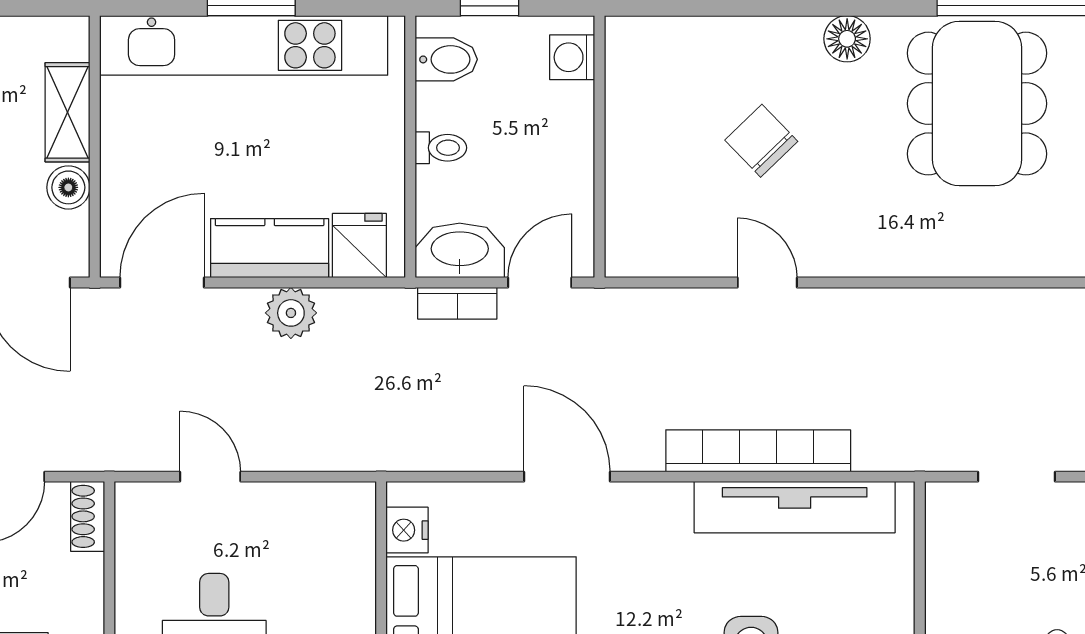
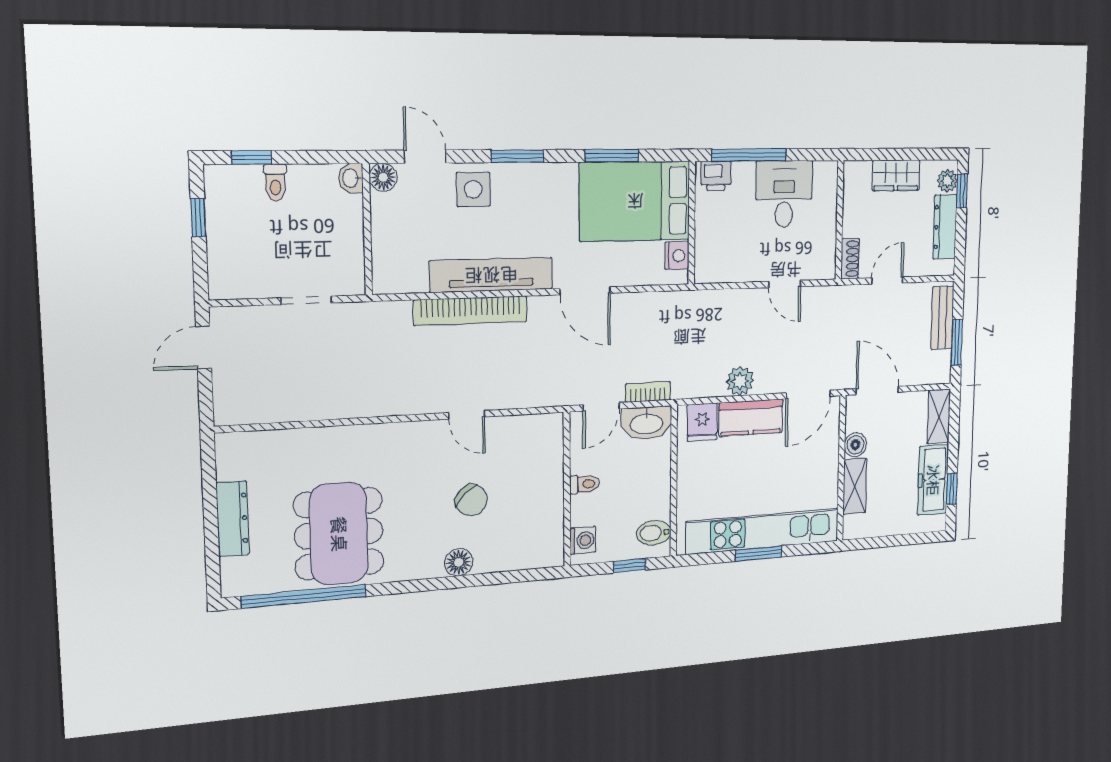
floor lamp: (847, 39) -> (459, 562), moved
toilet: (441, 148) -> (585, 484), moved, turned 180
tv unit: (795, 507) -> (491, 275), moved

